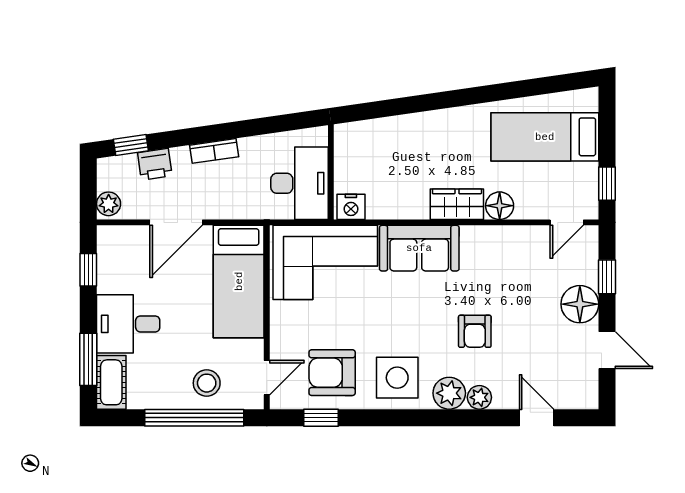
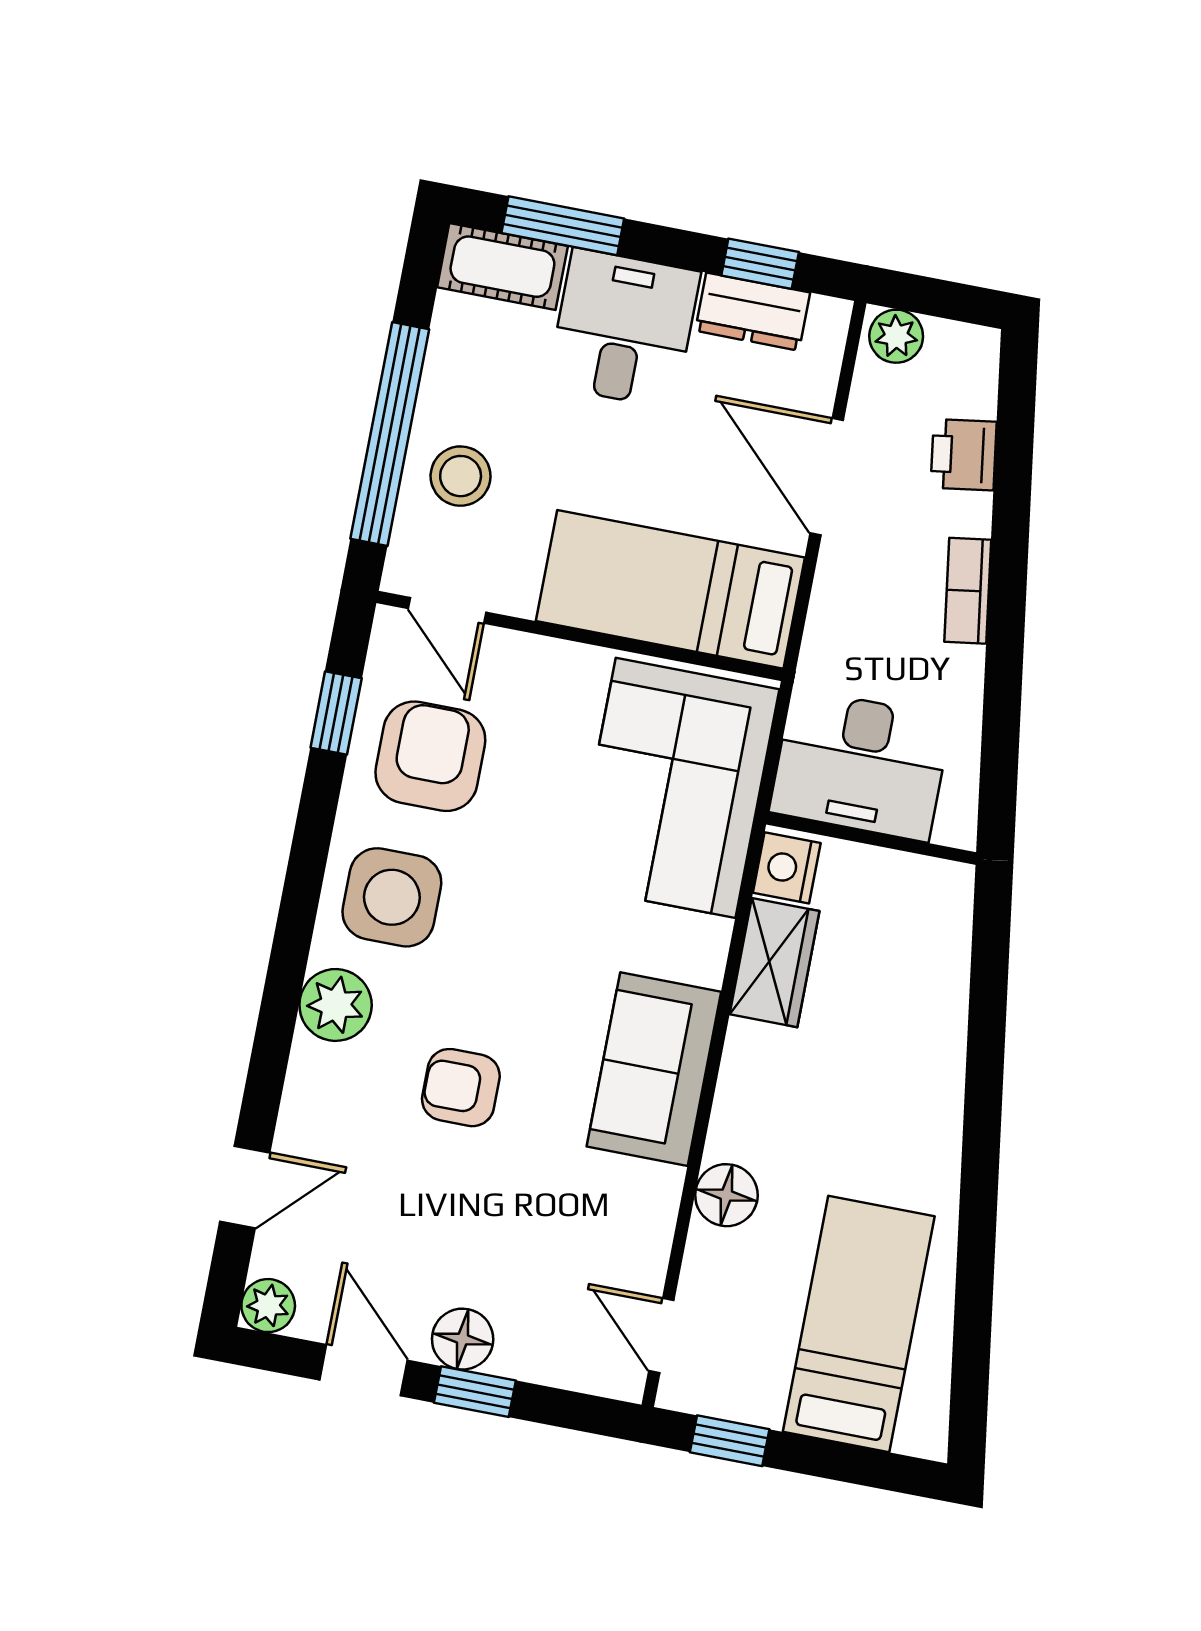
window: (131, 145) -> (1016, 410), removed
wardrobe: (457, 204) -> (775, 963), moved
sofa: (419, 248) -> (654, 1069), moved
dresser: (110, 269) -> (753, 312), added
window: (607, 277) -> (475, 1392), moved
floor lamp: (580, 304) -> (463, 1339), width x0.73, depth x0.73
door: (607, 350) -> (364, 1370), swing flipped
plant: (479, 397) -> (268, 1306), moved

